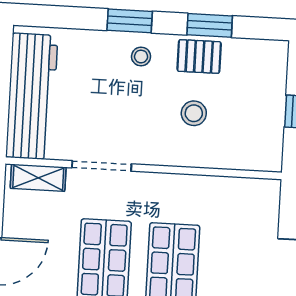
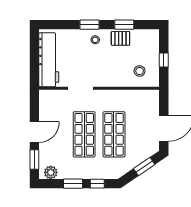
stool: (194, 113) -> (140, 71), moved
shelving: (38, 178) -> (54, 95), removed

